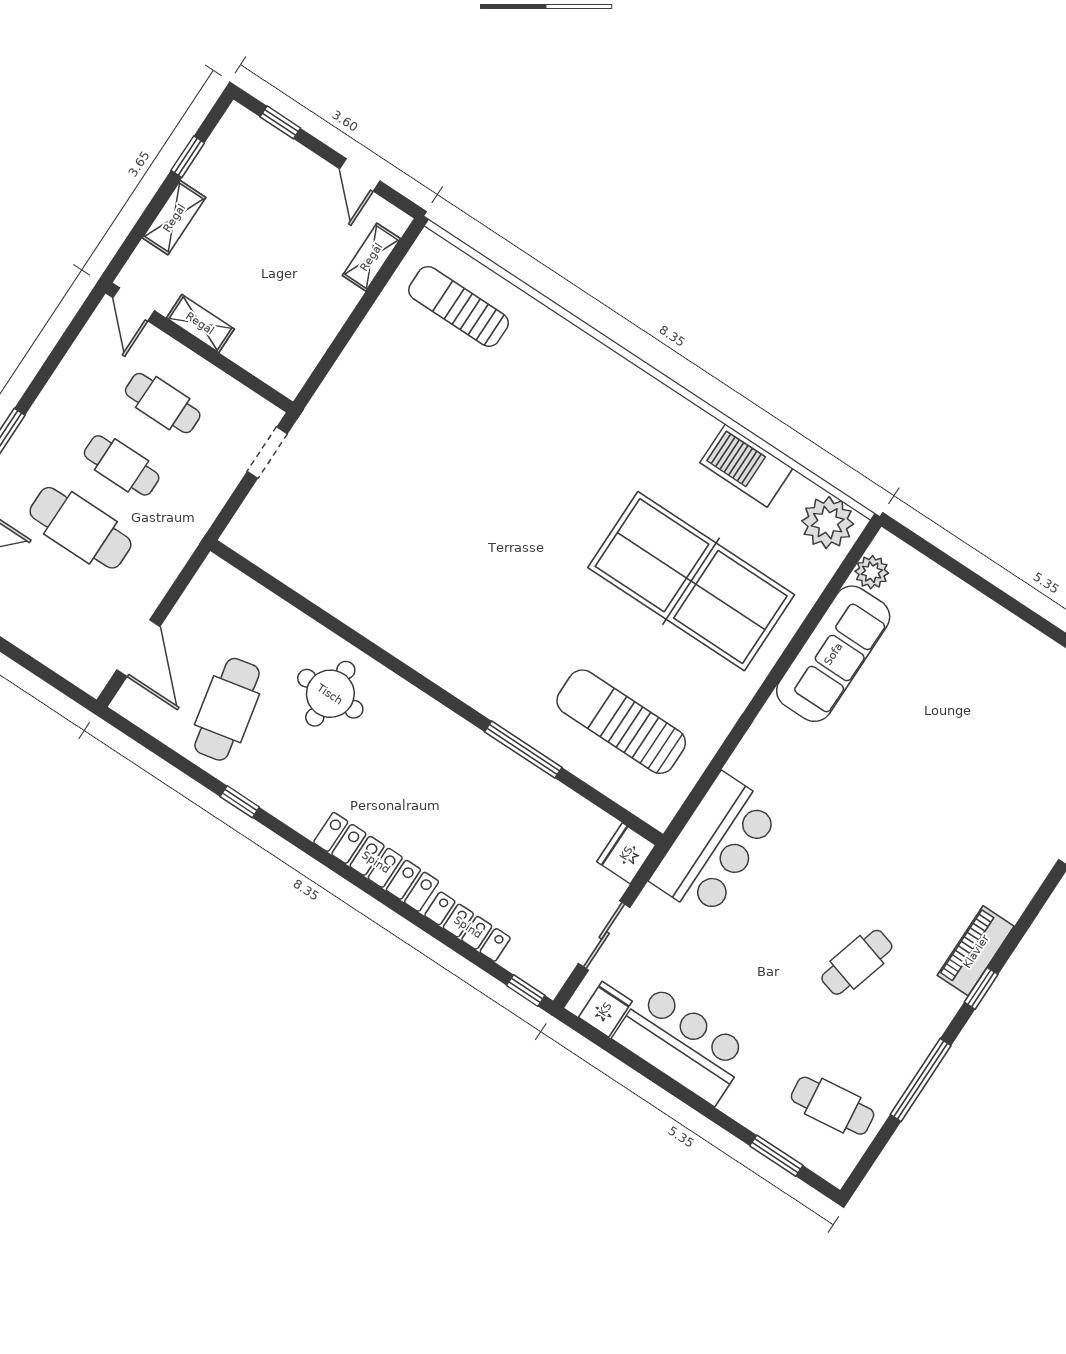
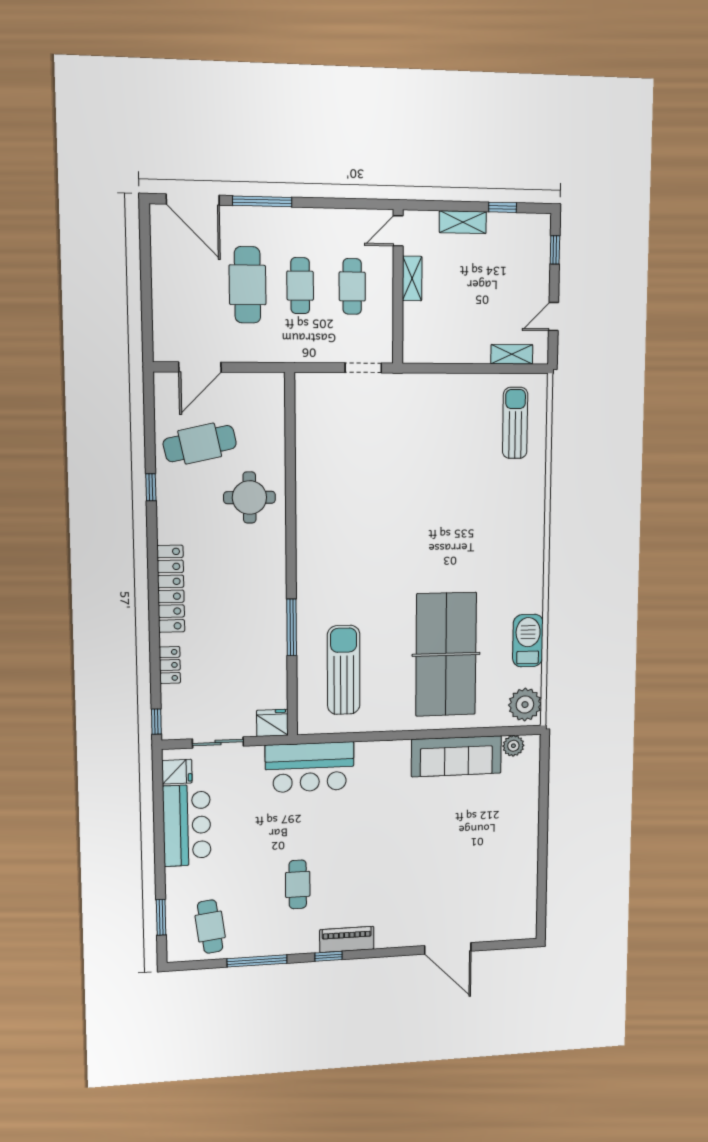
locker: (468, 927) -> (170, 665), width x0.66
cafe table: (857, 962) -> (298, 884), turned 74

